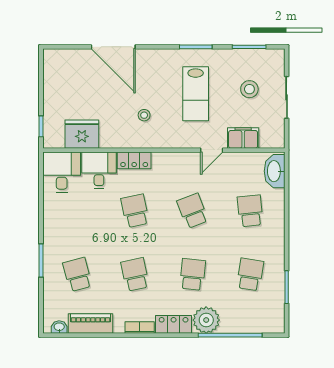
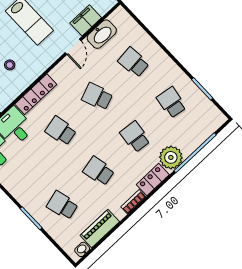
locker: (134, 160) -> (36, 94), width x1.53
washbasin: (275, 171) -> (102, 34), moved, turned -90

